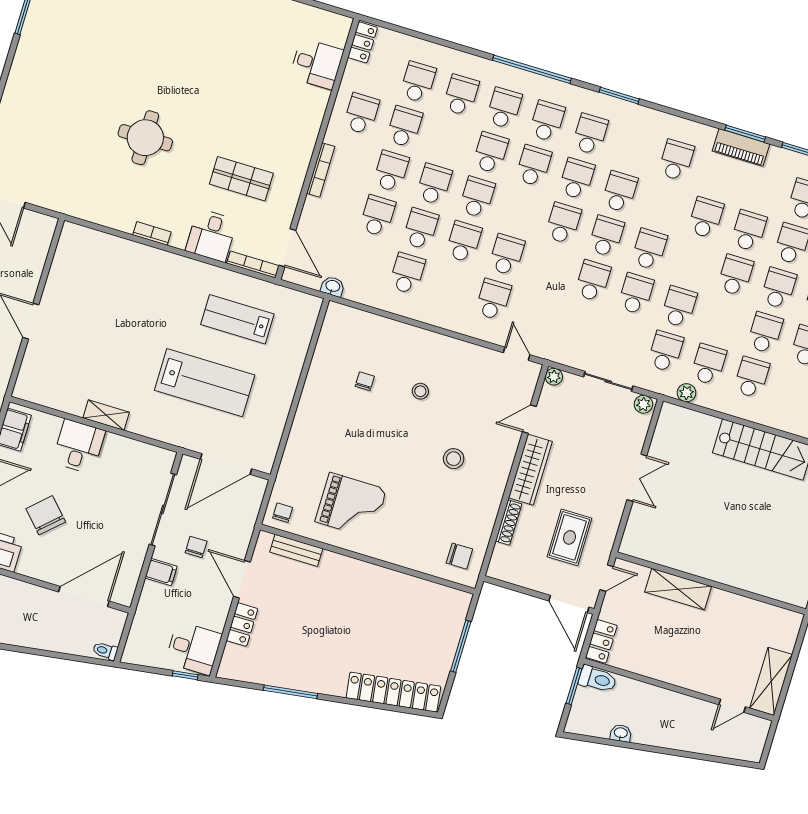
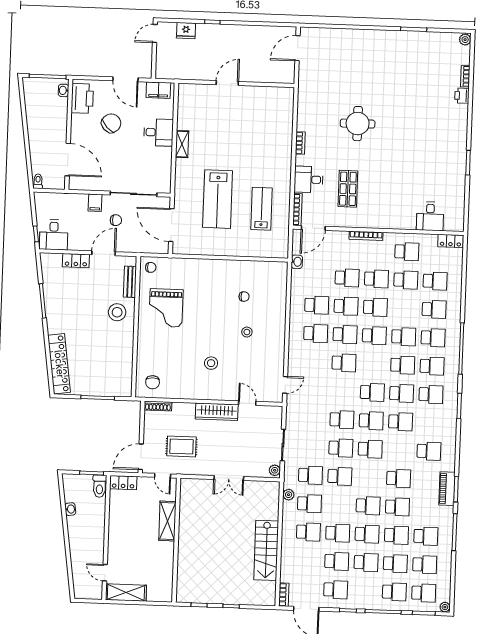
school desk: (493, 299) -> (316, 333), moved
plant: (554, 377) -> (277, 411), removed
shoe rack: (509, 522) -> (158, 406), moved
stool: (338, 582) -> (117, 312), added

